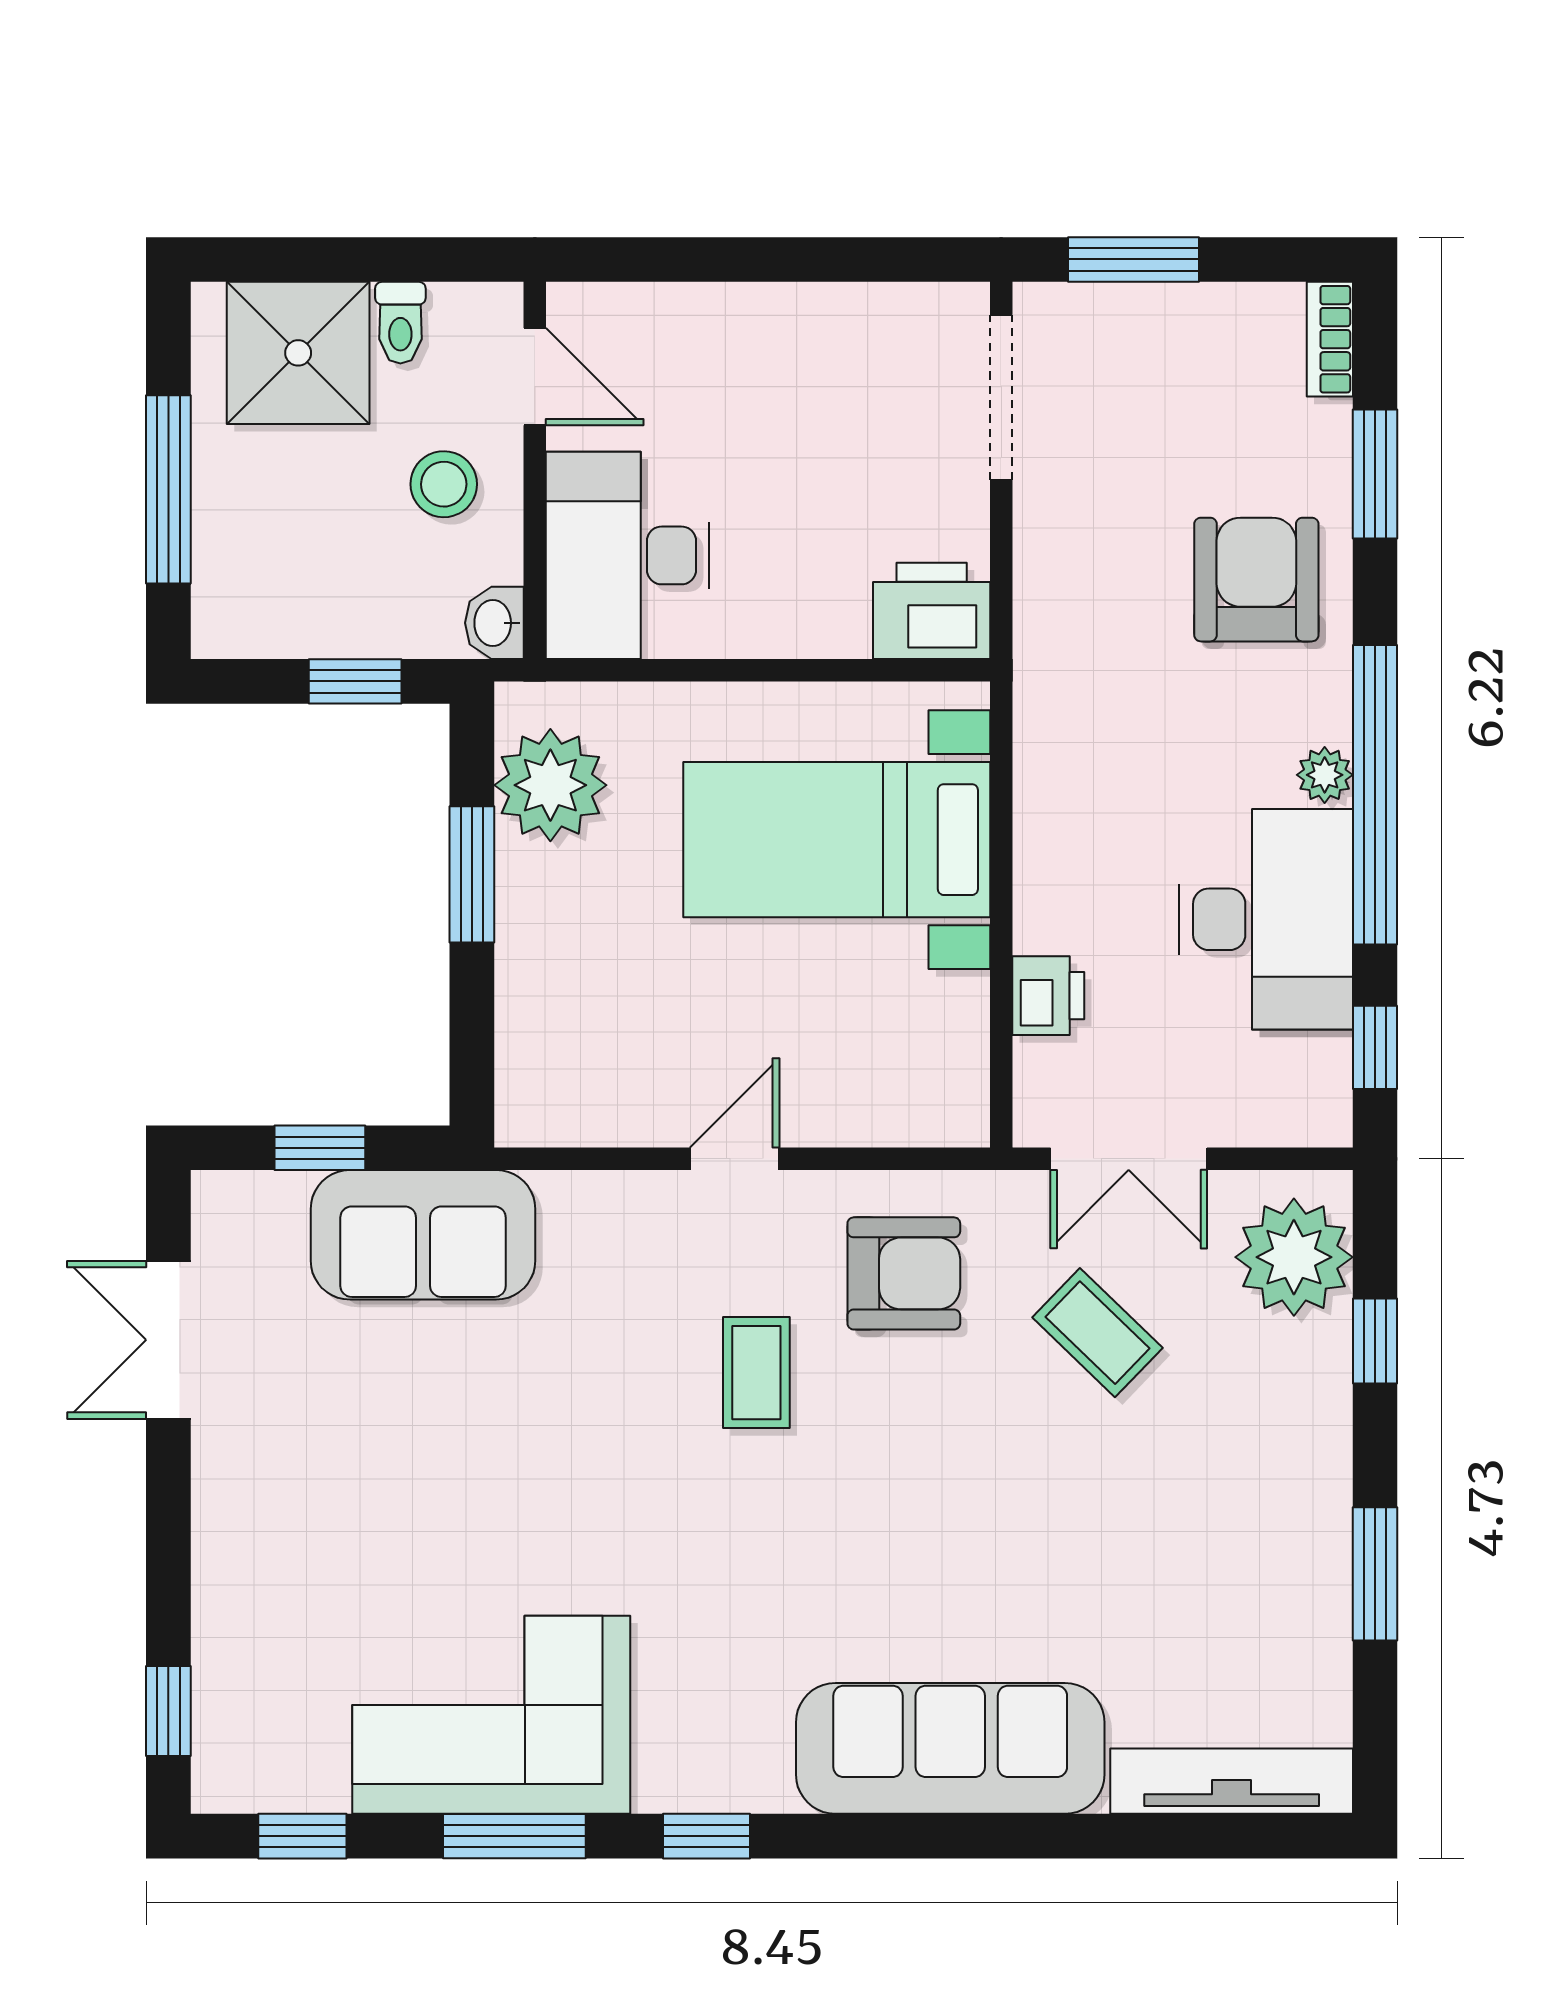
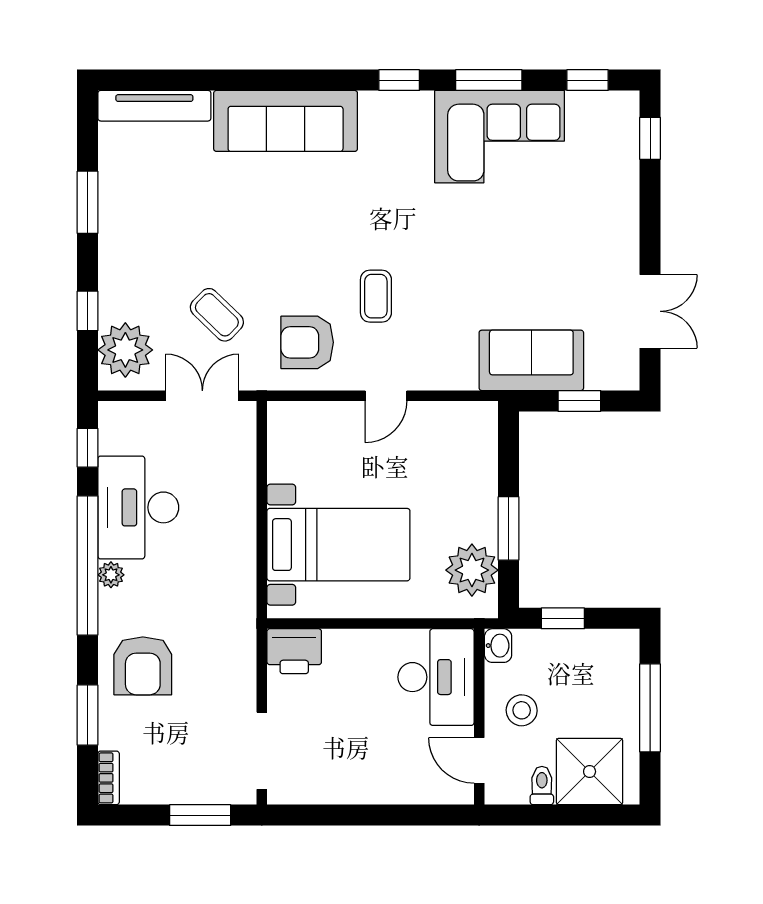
printer: (1048, 996) -> (240, 472), removed

